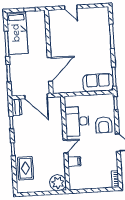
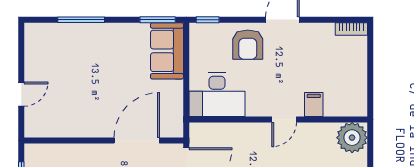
door: (50, 69) -> (137, 141), hinge flipped
desk: (77, 121) -> (217, 95), moved
armchair: (104, 125) -> (248, 45), turned 90
door: (65, 146) -> (284, 119), swing flipped

